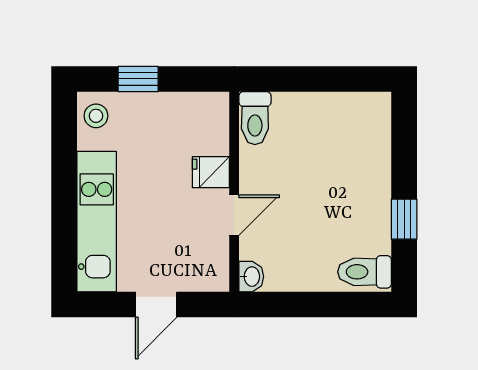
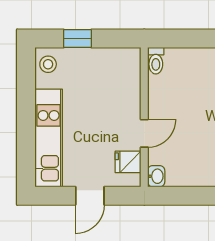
toilet: (255, 118) -> (156, 61), width x0.73, depth x0.72
fridge: (211, 172) -> (128, 162), moved

